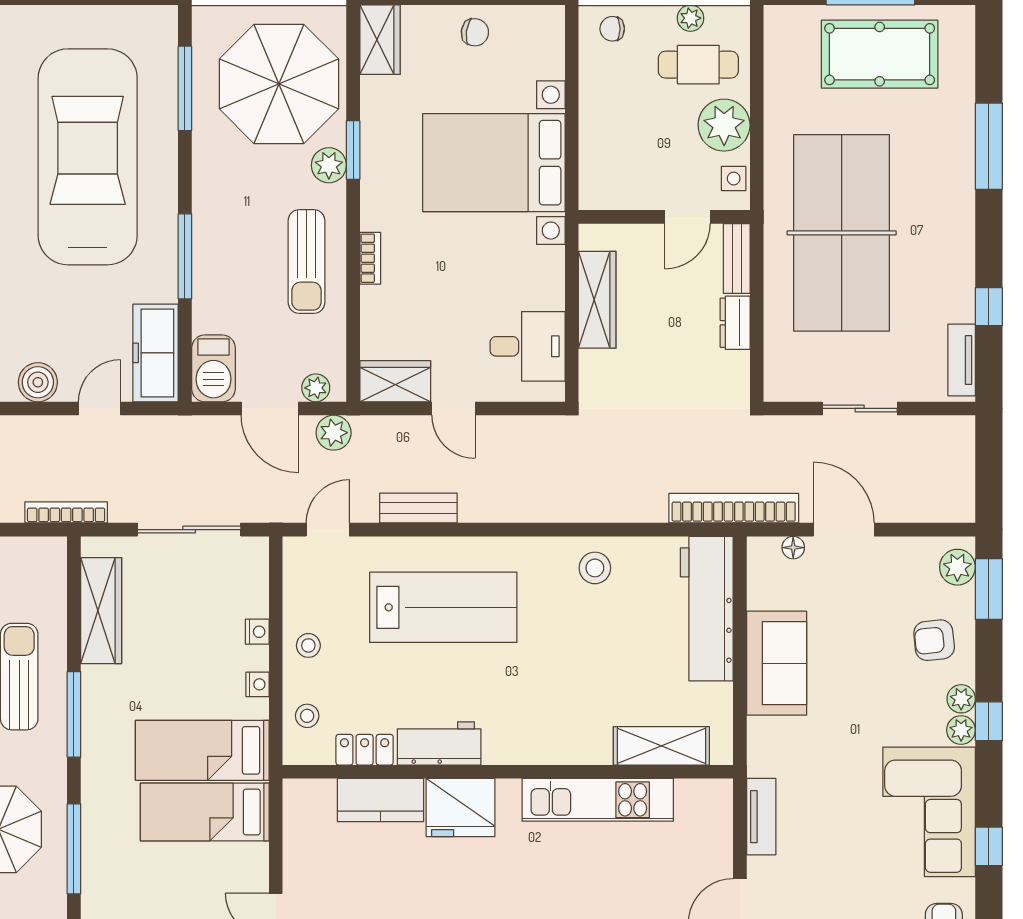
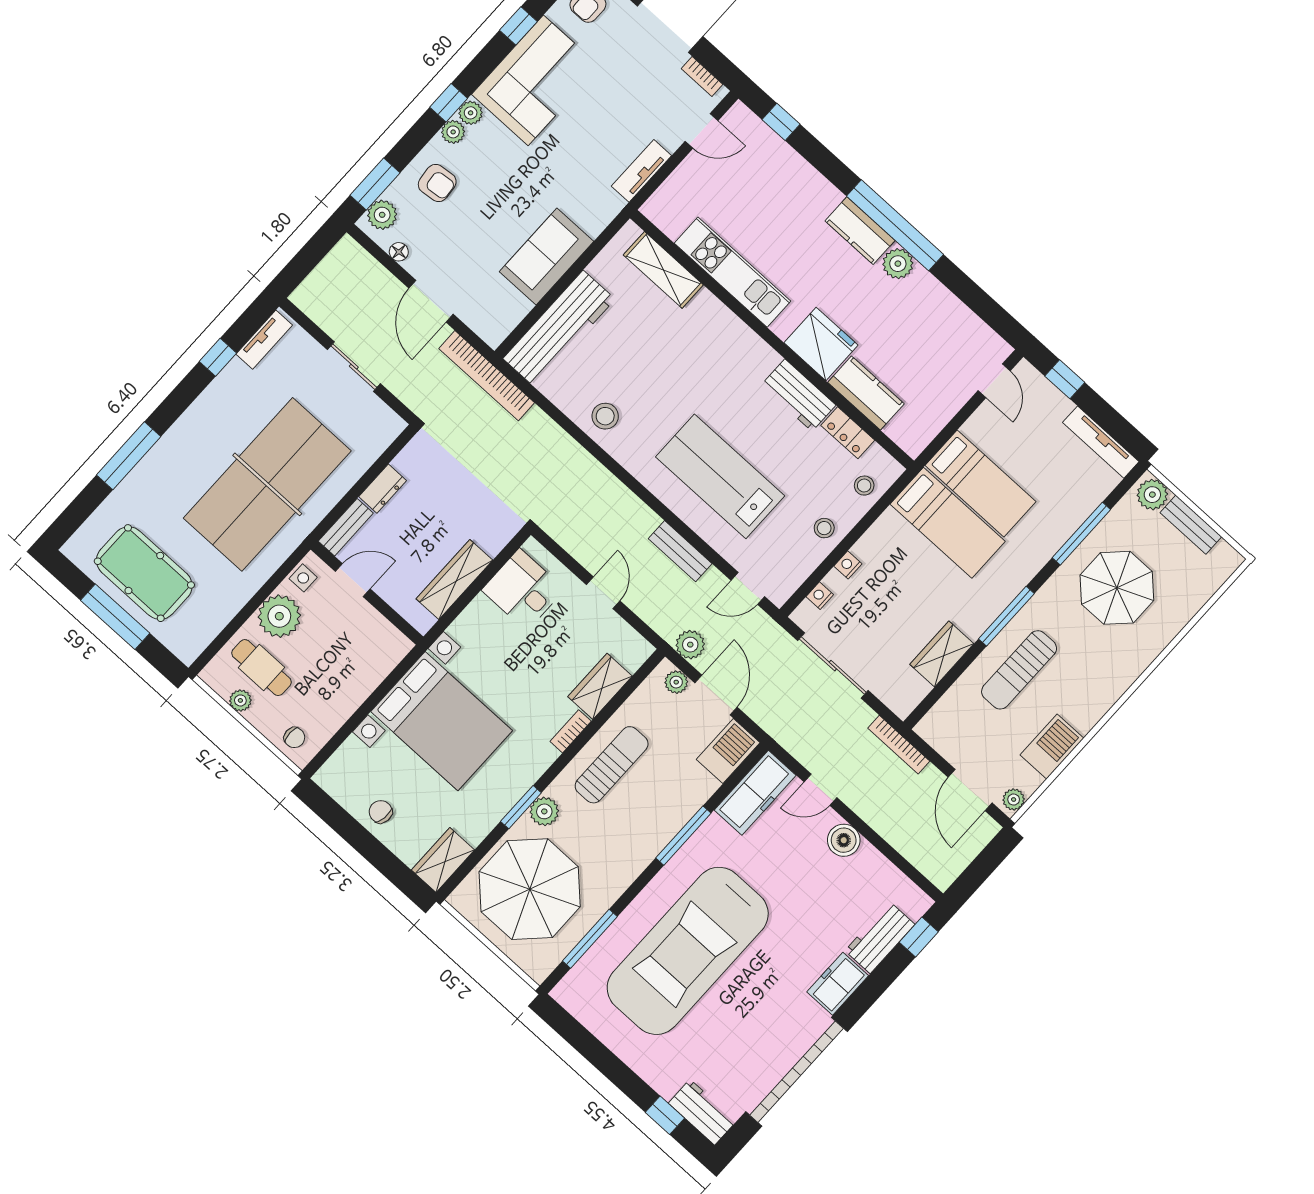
wardrobe: (395, 381) -> (600, 686), moved, turned 90
floor lamp: (793, 548) -> (399, 252), moved
wardrobe: (101, 611) -> (942, 654), width x0.67
nightstand: (257, 684) -> (820, 596), moved

